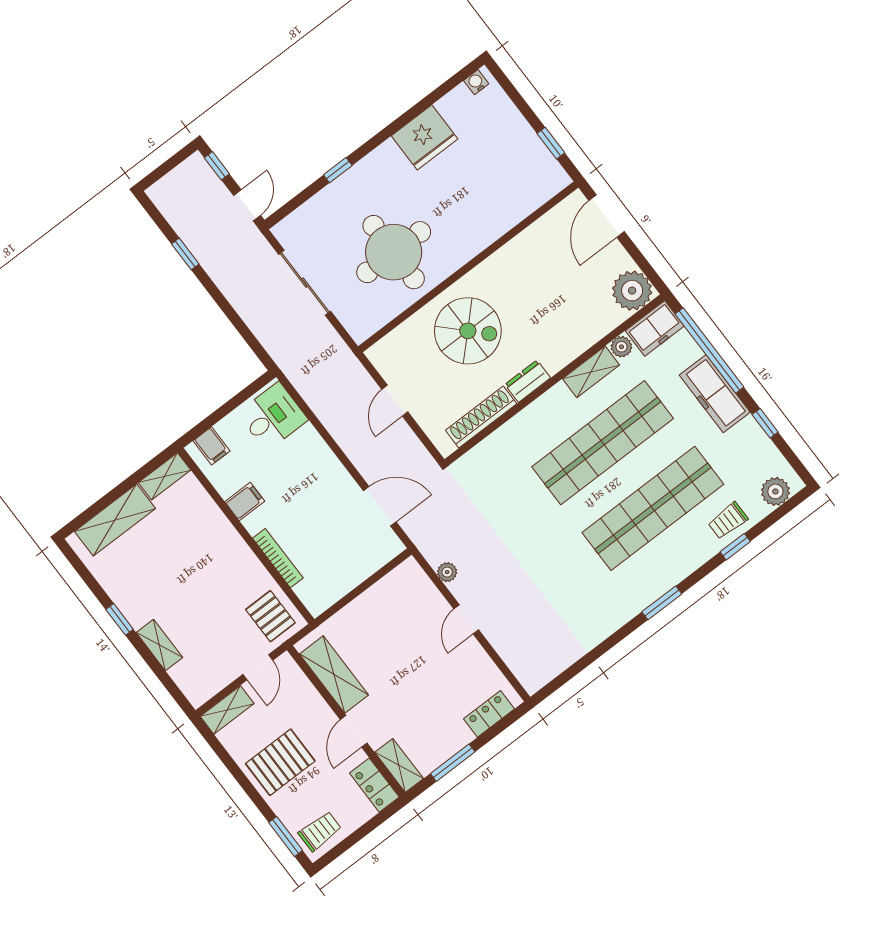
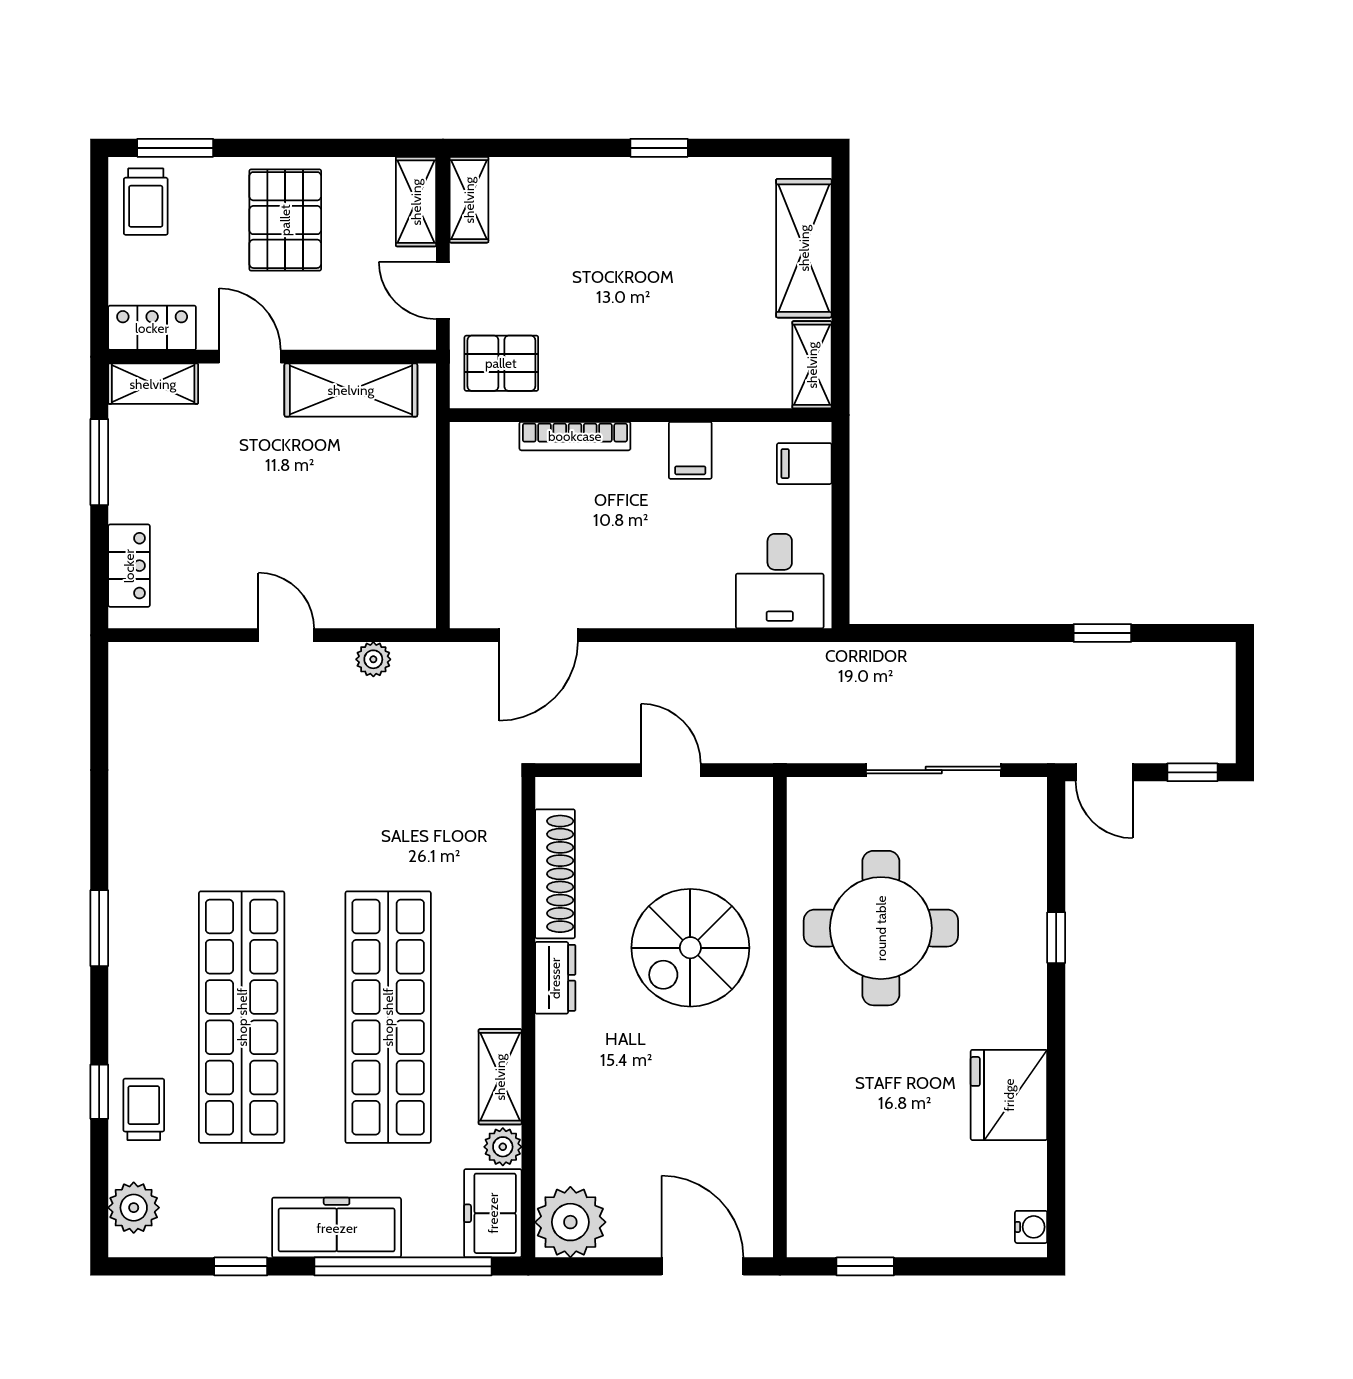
shelving: (159, 645) -> (469, 200), moved, turned 90

